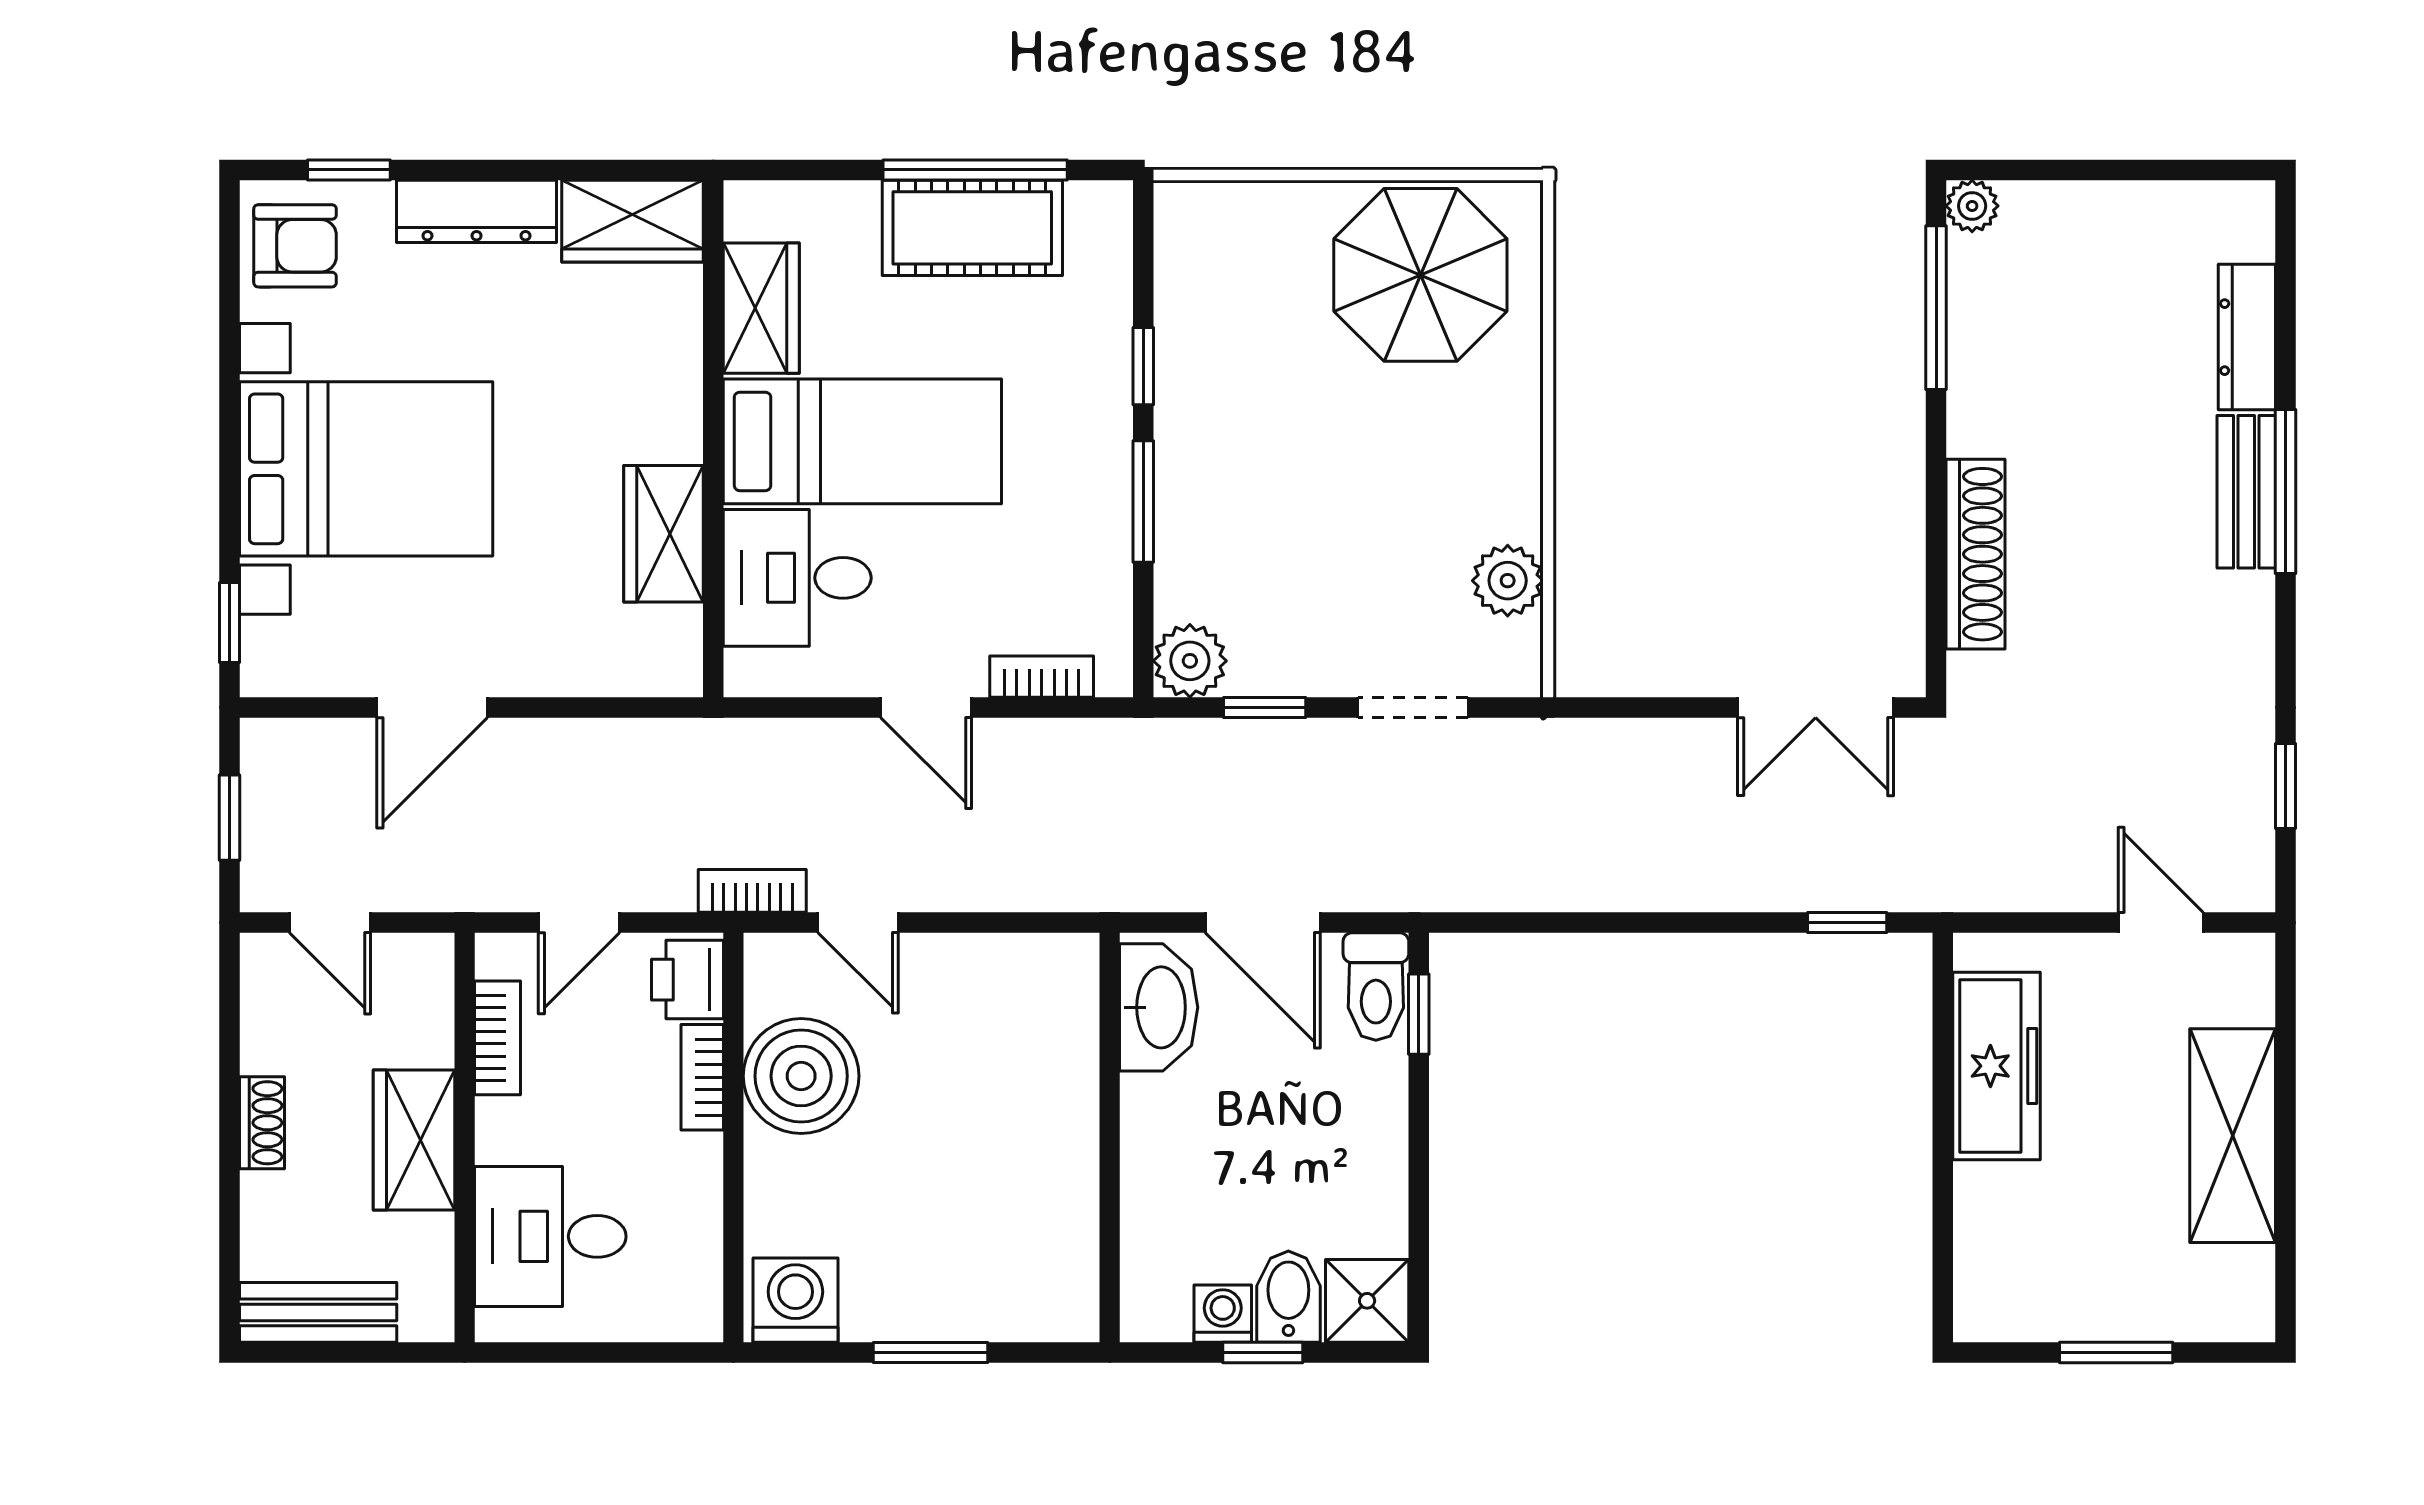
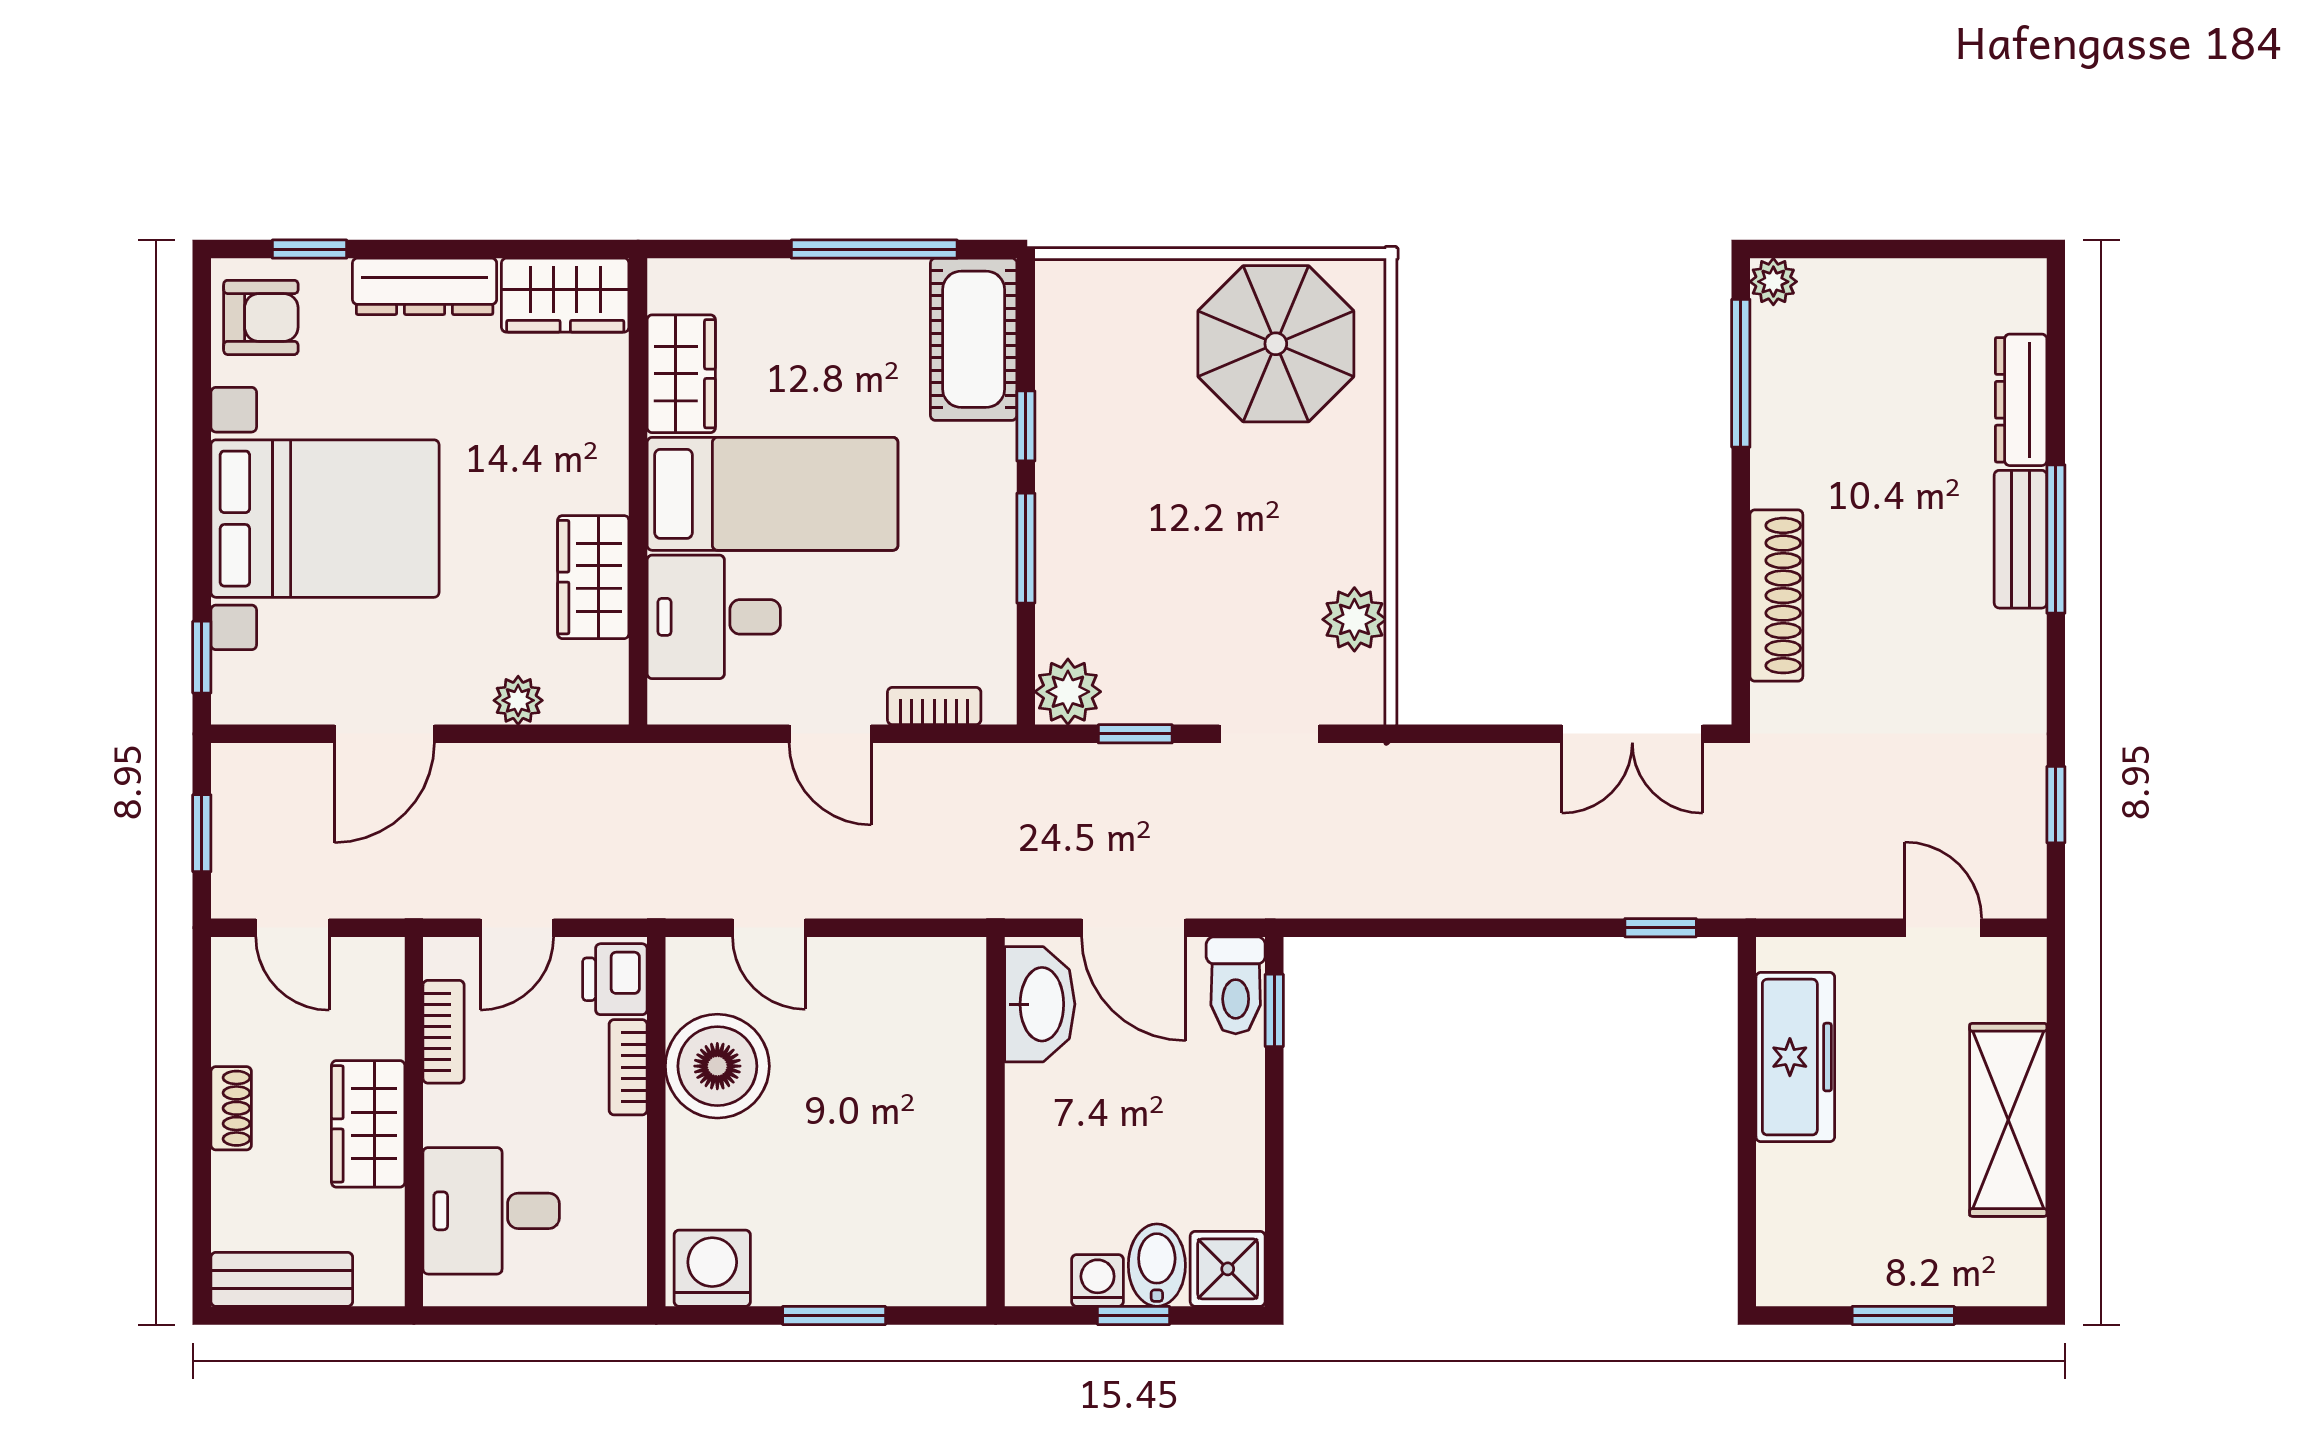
cot: (972, 228) -> (974, 339), moved, turned 90
plant: (580, 670) -> (518, 700), added
bookcase: (752, 891) -> (673, 899), removed

